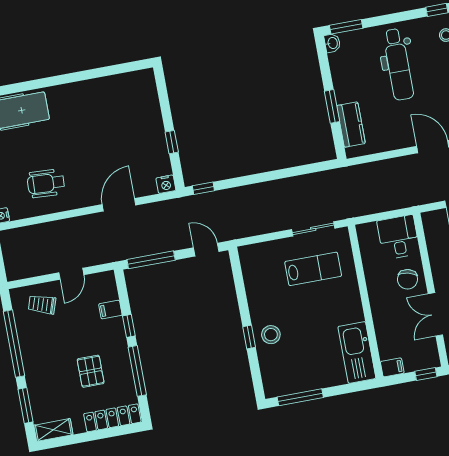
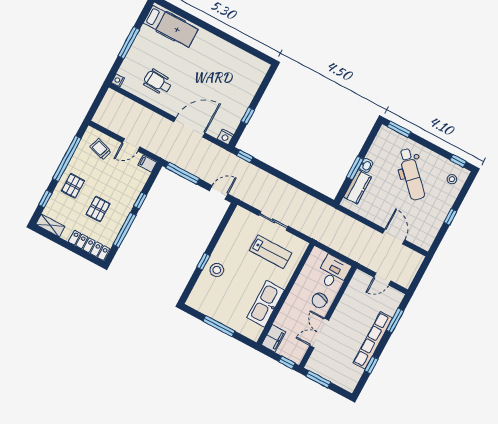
washbasin: (332, 43) -> (366, 165), moved
dental chair: (398, 64) -> (412, 174), turned -44
door: (119, 205) -> (189, 127), width x1.36
sliding door: (313, 229) -> (273, 221), moved
door: (206, 250) -> (219, 192), hinge flipped
filing cabinet: (110, 310) -> (147, 164), moved
kitchen sink: (357, 352) -> (266, 304), moved
filing cabinet: (392, 367) -> (274, 338), width x2.00
pallet: (44, 368) -> (73, 186), added
window: (300, 397) -> (219, 326), moved
window: (25, 405) -> (45, 199), width x0.67

